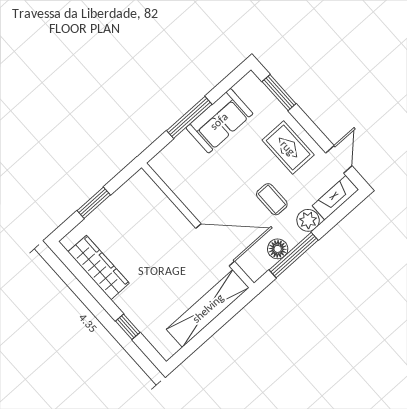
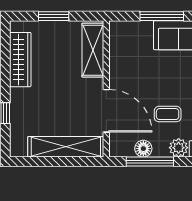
coffee table: (272, 199) -> (168, 114), turned 90
shelving: (155, 202) -> (93, 50), added

